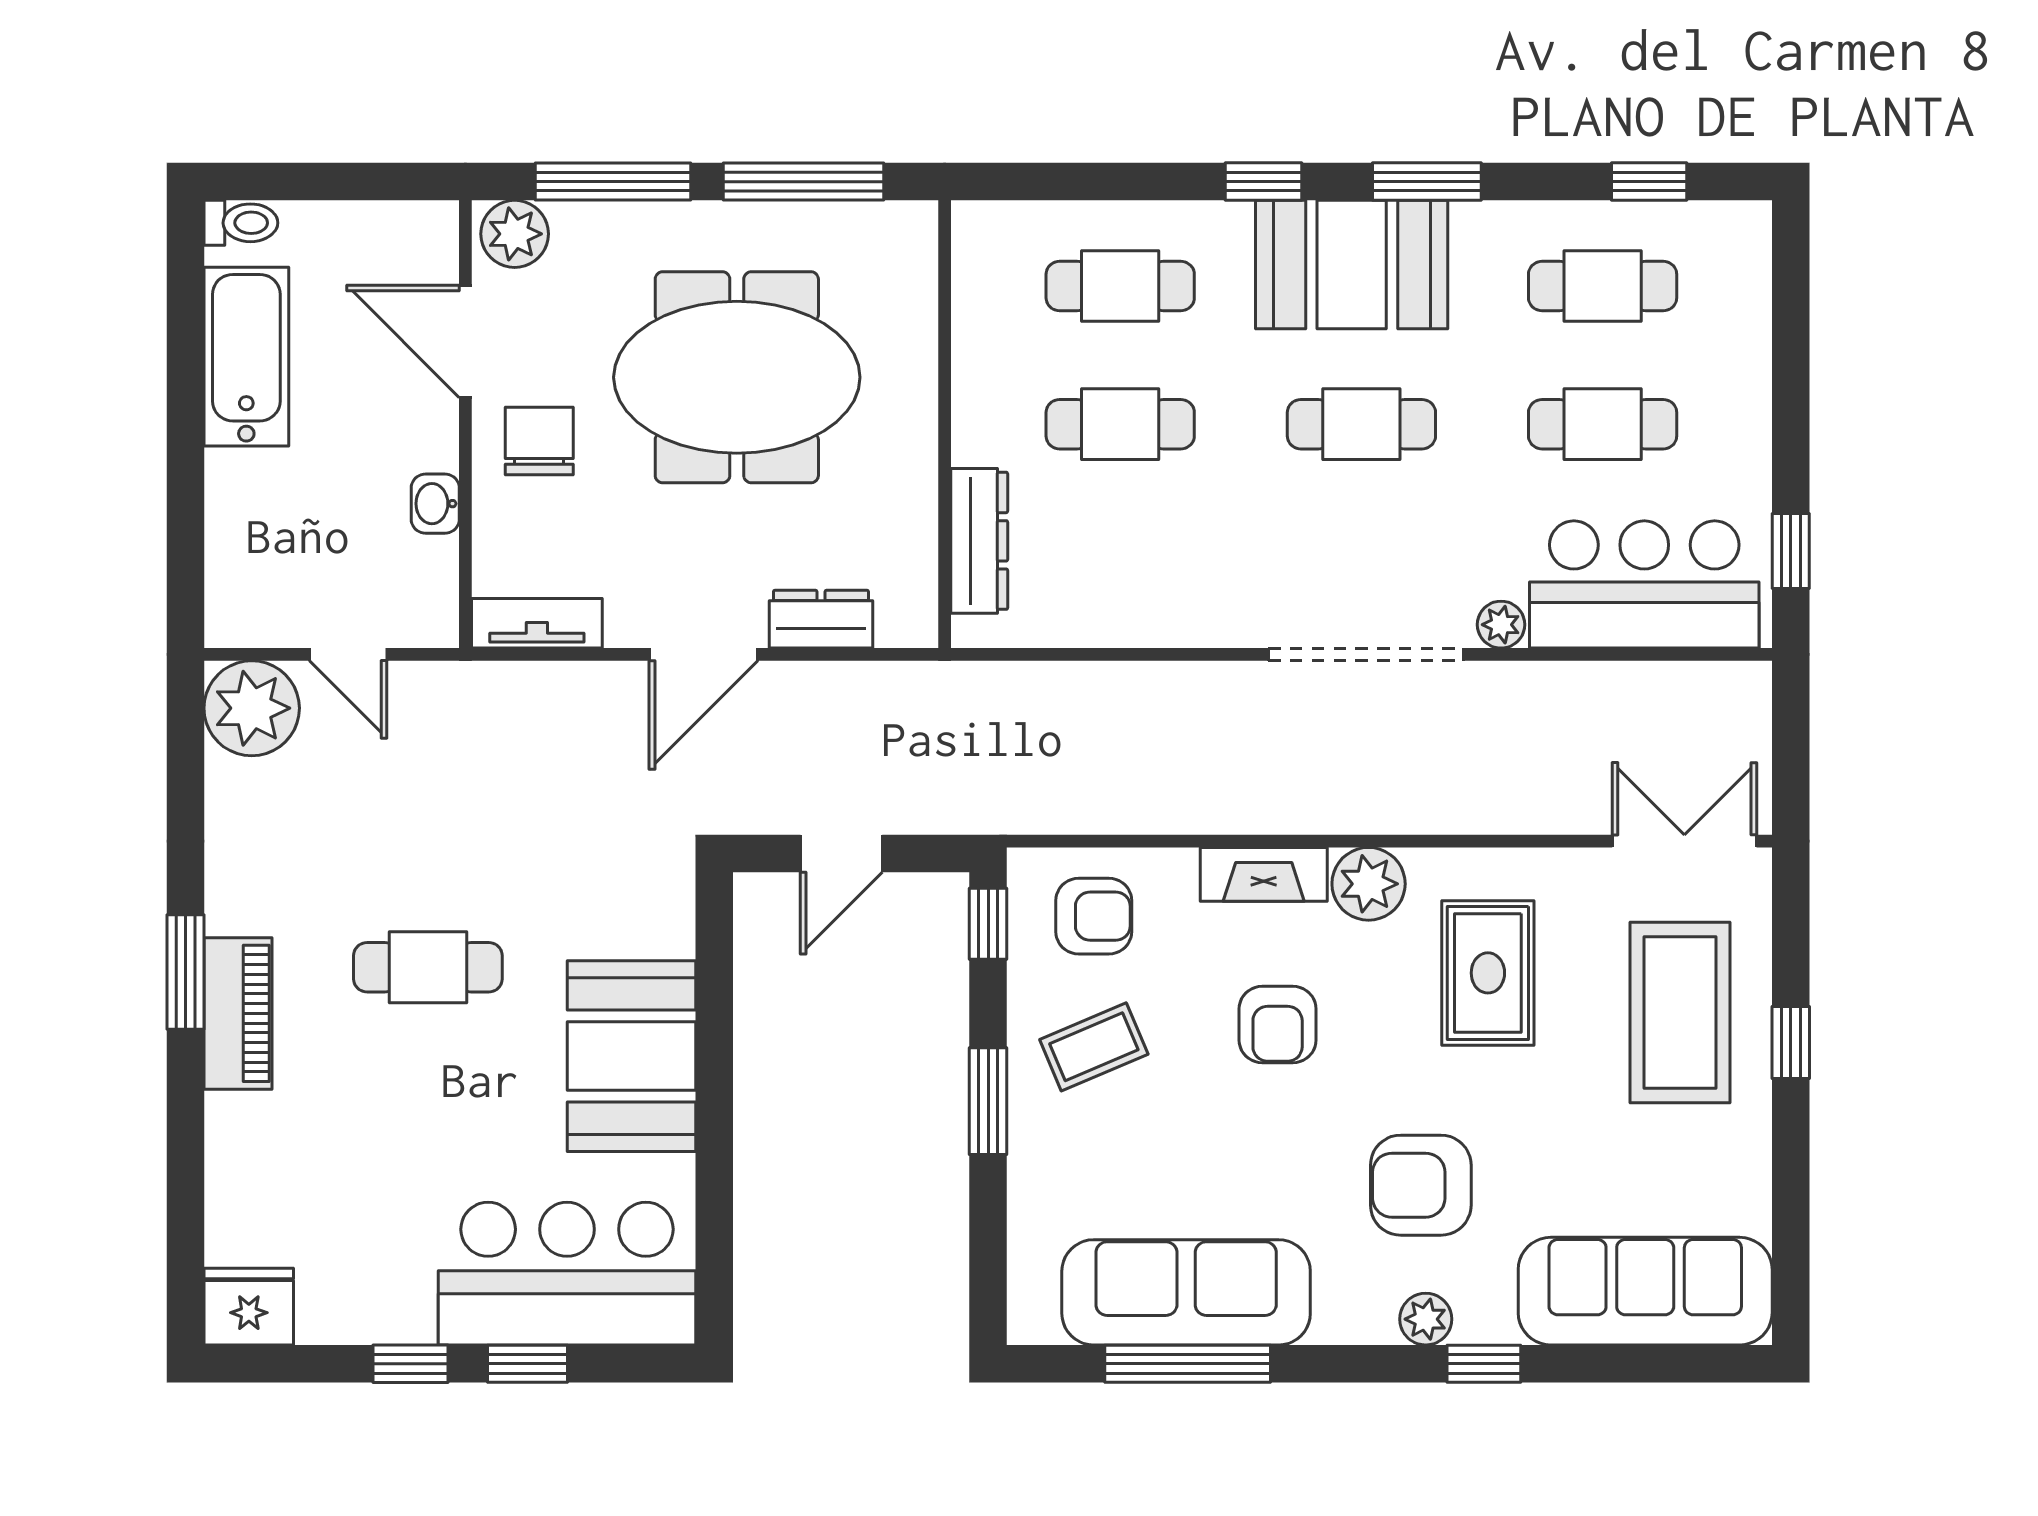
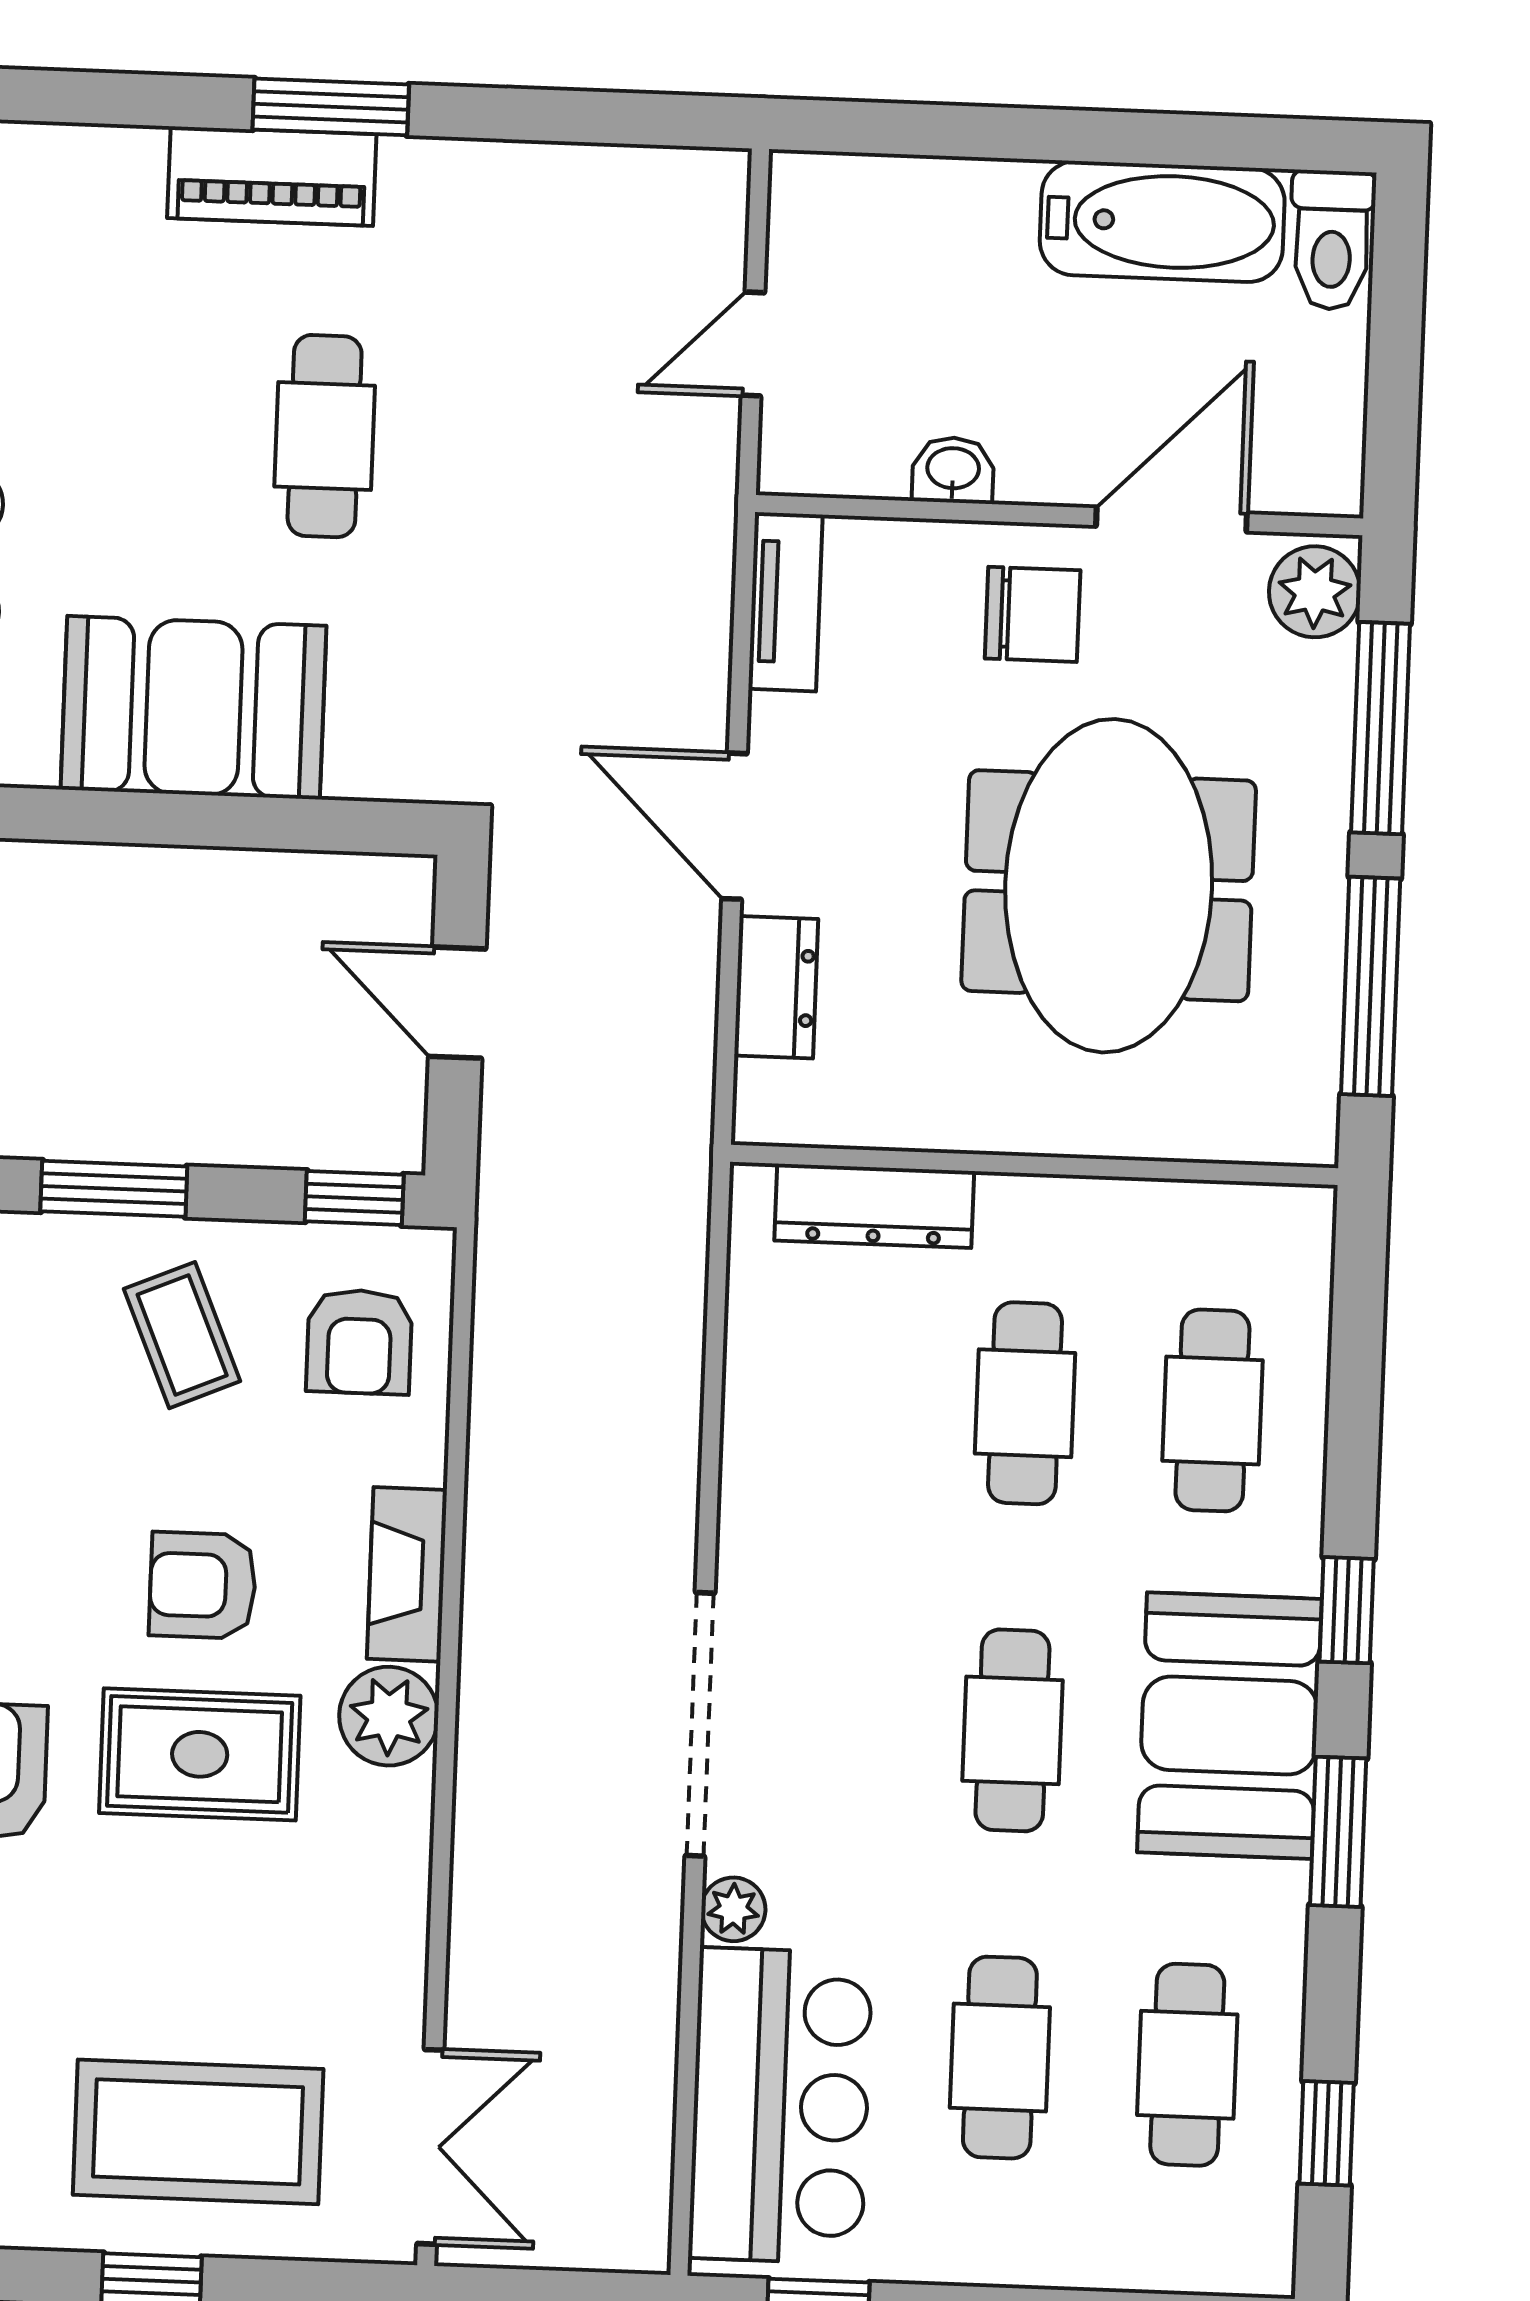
toilet: (241, 223) -> (1332, 240), width x1.37, depth x1.39
plant: (252, 708) -> (685, 211), removed
rug: (1488, 973) -> (200, 1754), moved

